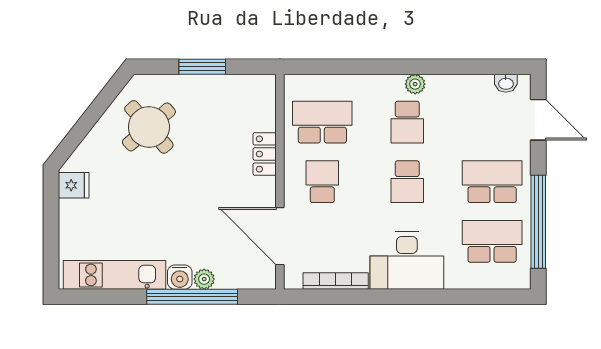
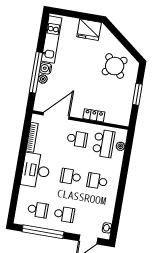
plant: (415, 84) -> (120, 146), moved
school desk: (492, 182) -> (64, 214), width x0.54
fridge: (74, 185) -> (89, 30), width x1.88, depth x1.34
school desk: (492, 241) -> (38, 210), width x0.54

